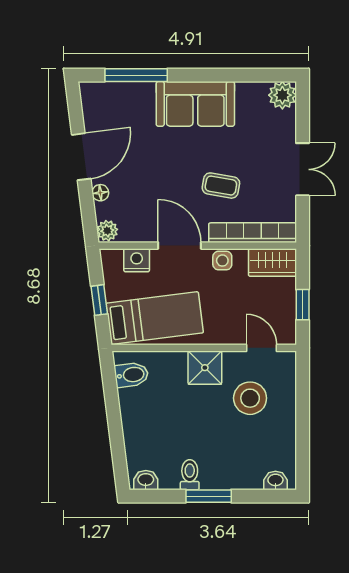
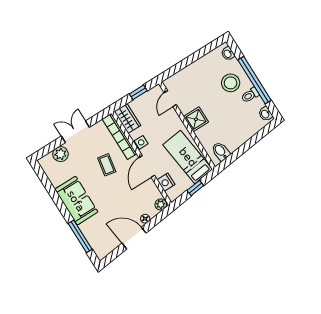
plant: (282, 95) -> (60, 154), moved
stool: (250, 398) -> (231, 83), moved
window: (209, 496) -> (254, 80), width x2.11

